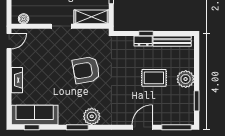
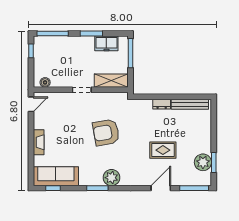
window: (146, 33) -> (164, 97), removed
rug: (154, 78) -> (163, 150), moved
plant: (186, 79) -> (203, 162), moved

